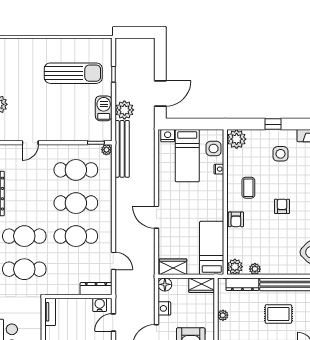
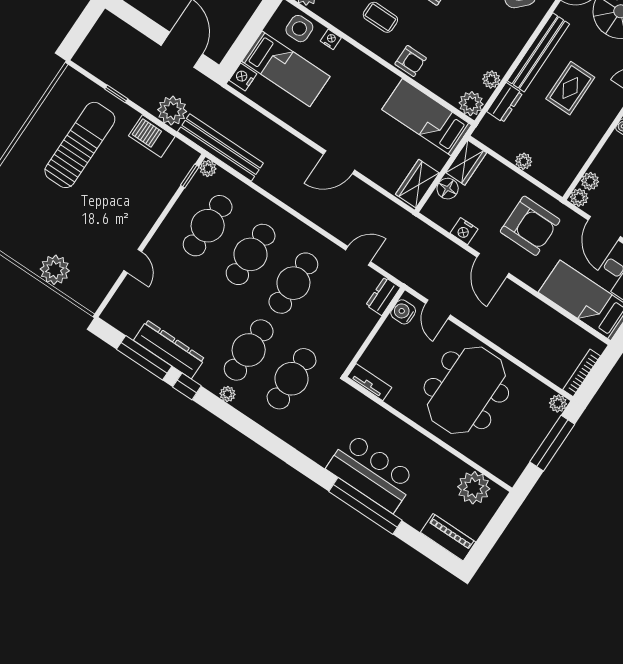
floor lamp: (165, 284) -> (448, 189), moved
dresser: (242, 284) -> (505, 102), width x0.70
dresser: (96, 289) -> (383, 296), width x0.70

